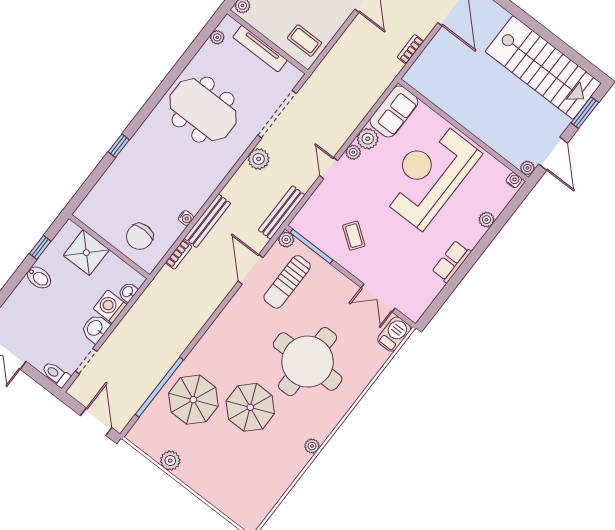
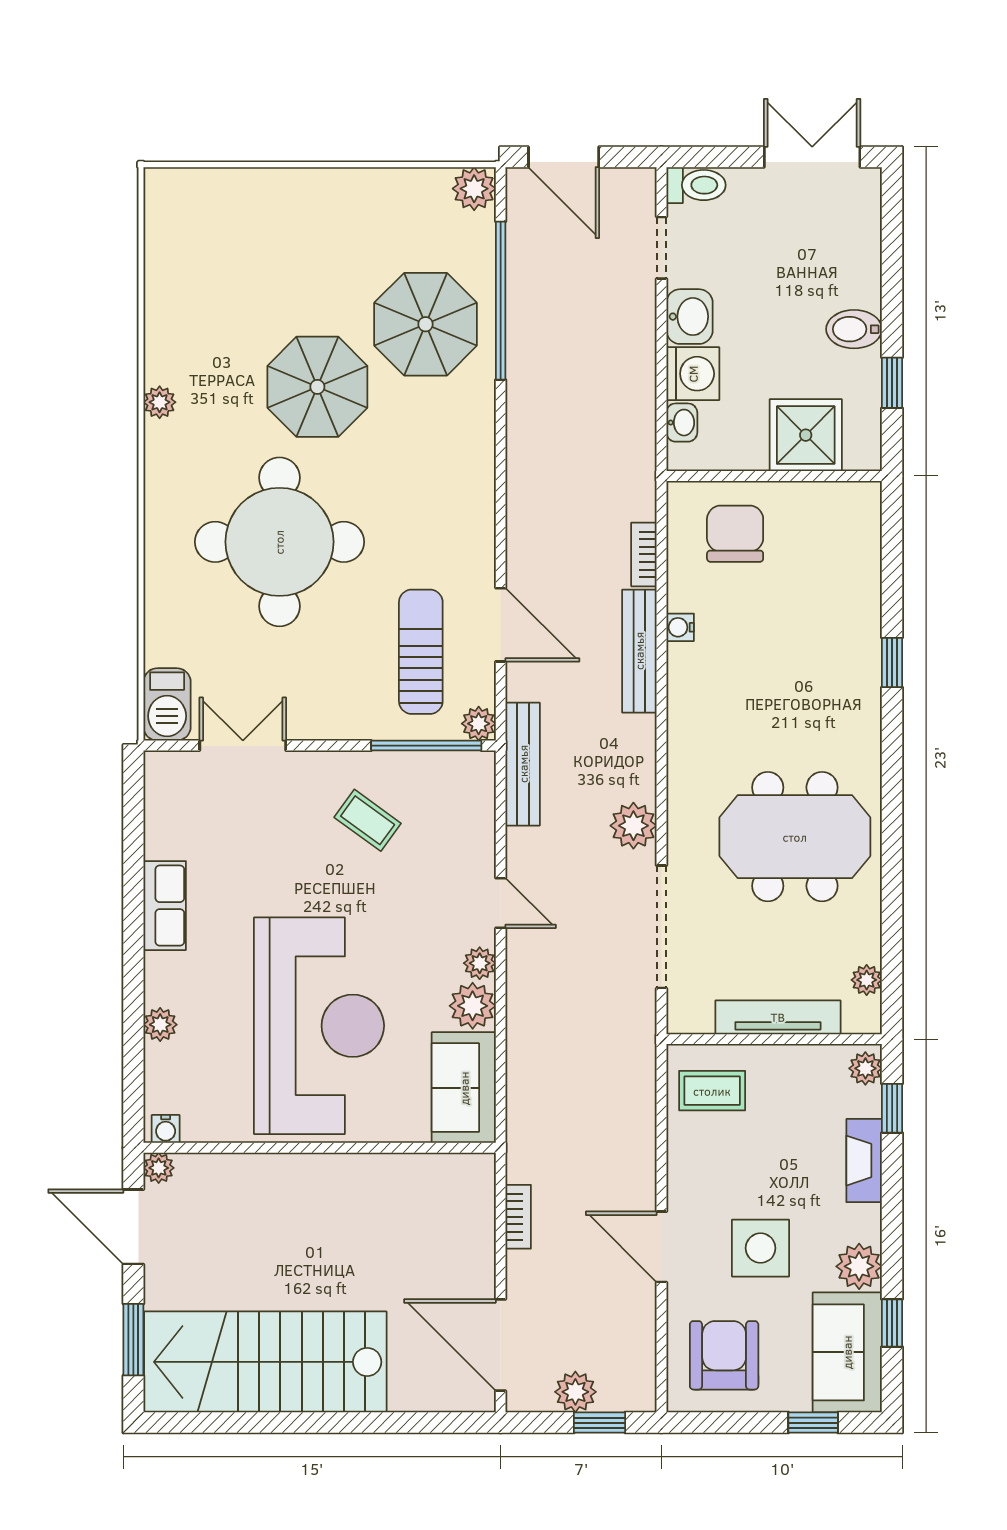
plant: (170, 461) -> (474, 189), moved

